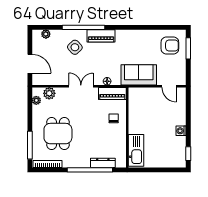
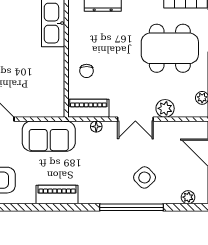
piano: (101, 36) -> (57, 195), moved
plant: (49, 93) -> (165, 108), moved
dining table: (58, 134) -> (170, 48), width x1.38

